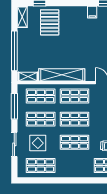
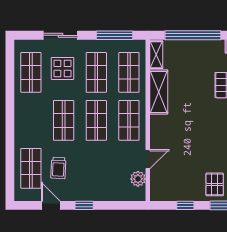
shelving: (62, 75) -> (159, 92), width x0.68

